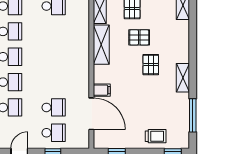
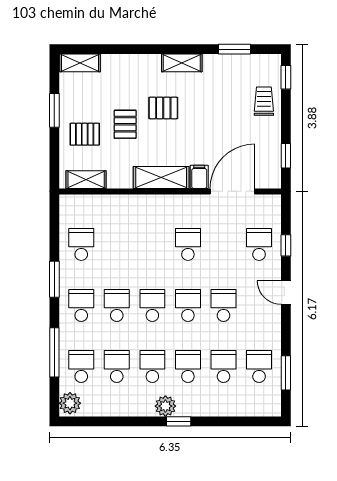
shelving: (101, 45) -> (161, 178), moved
school desk: (54, 107) -> (188, 244), moved
window: (193, 115) -> (234, 49), width x0.69

